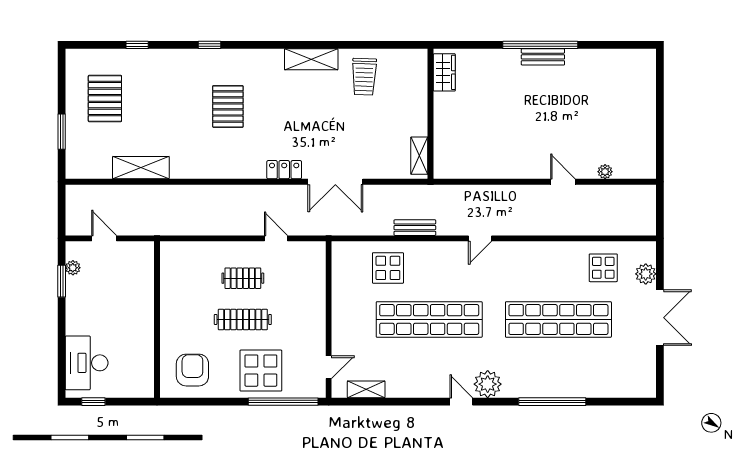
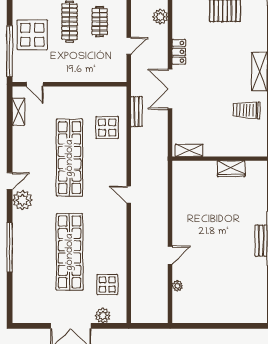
wardrobe: (444, 72) -> (231, 169), moved
plant: (236, 195) -> (160, 17), added
bench: (415, 228) -> (137, 112), moved

